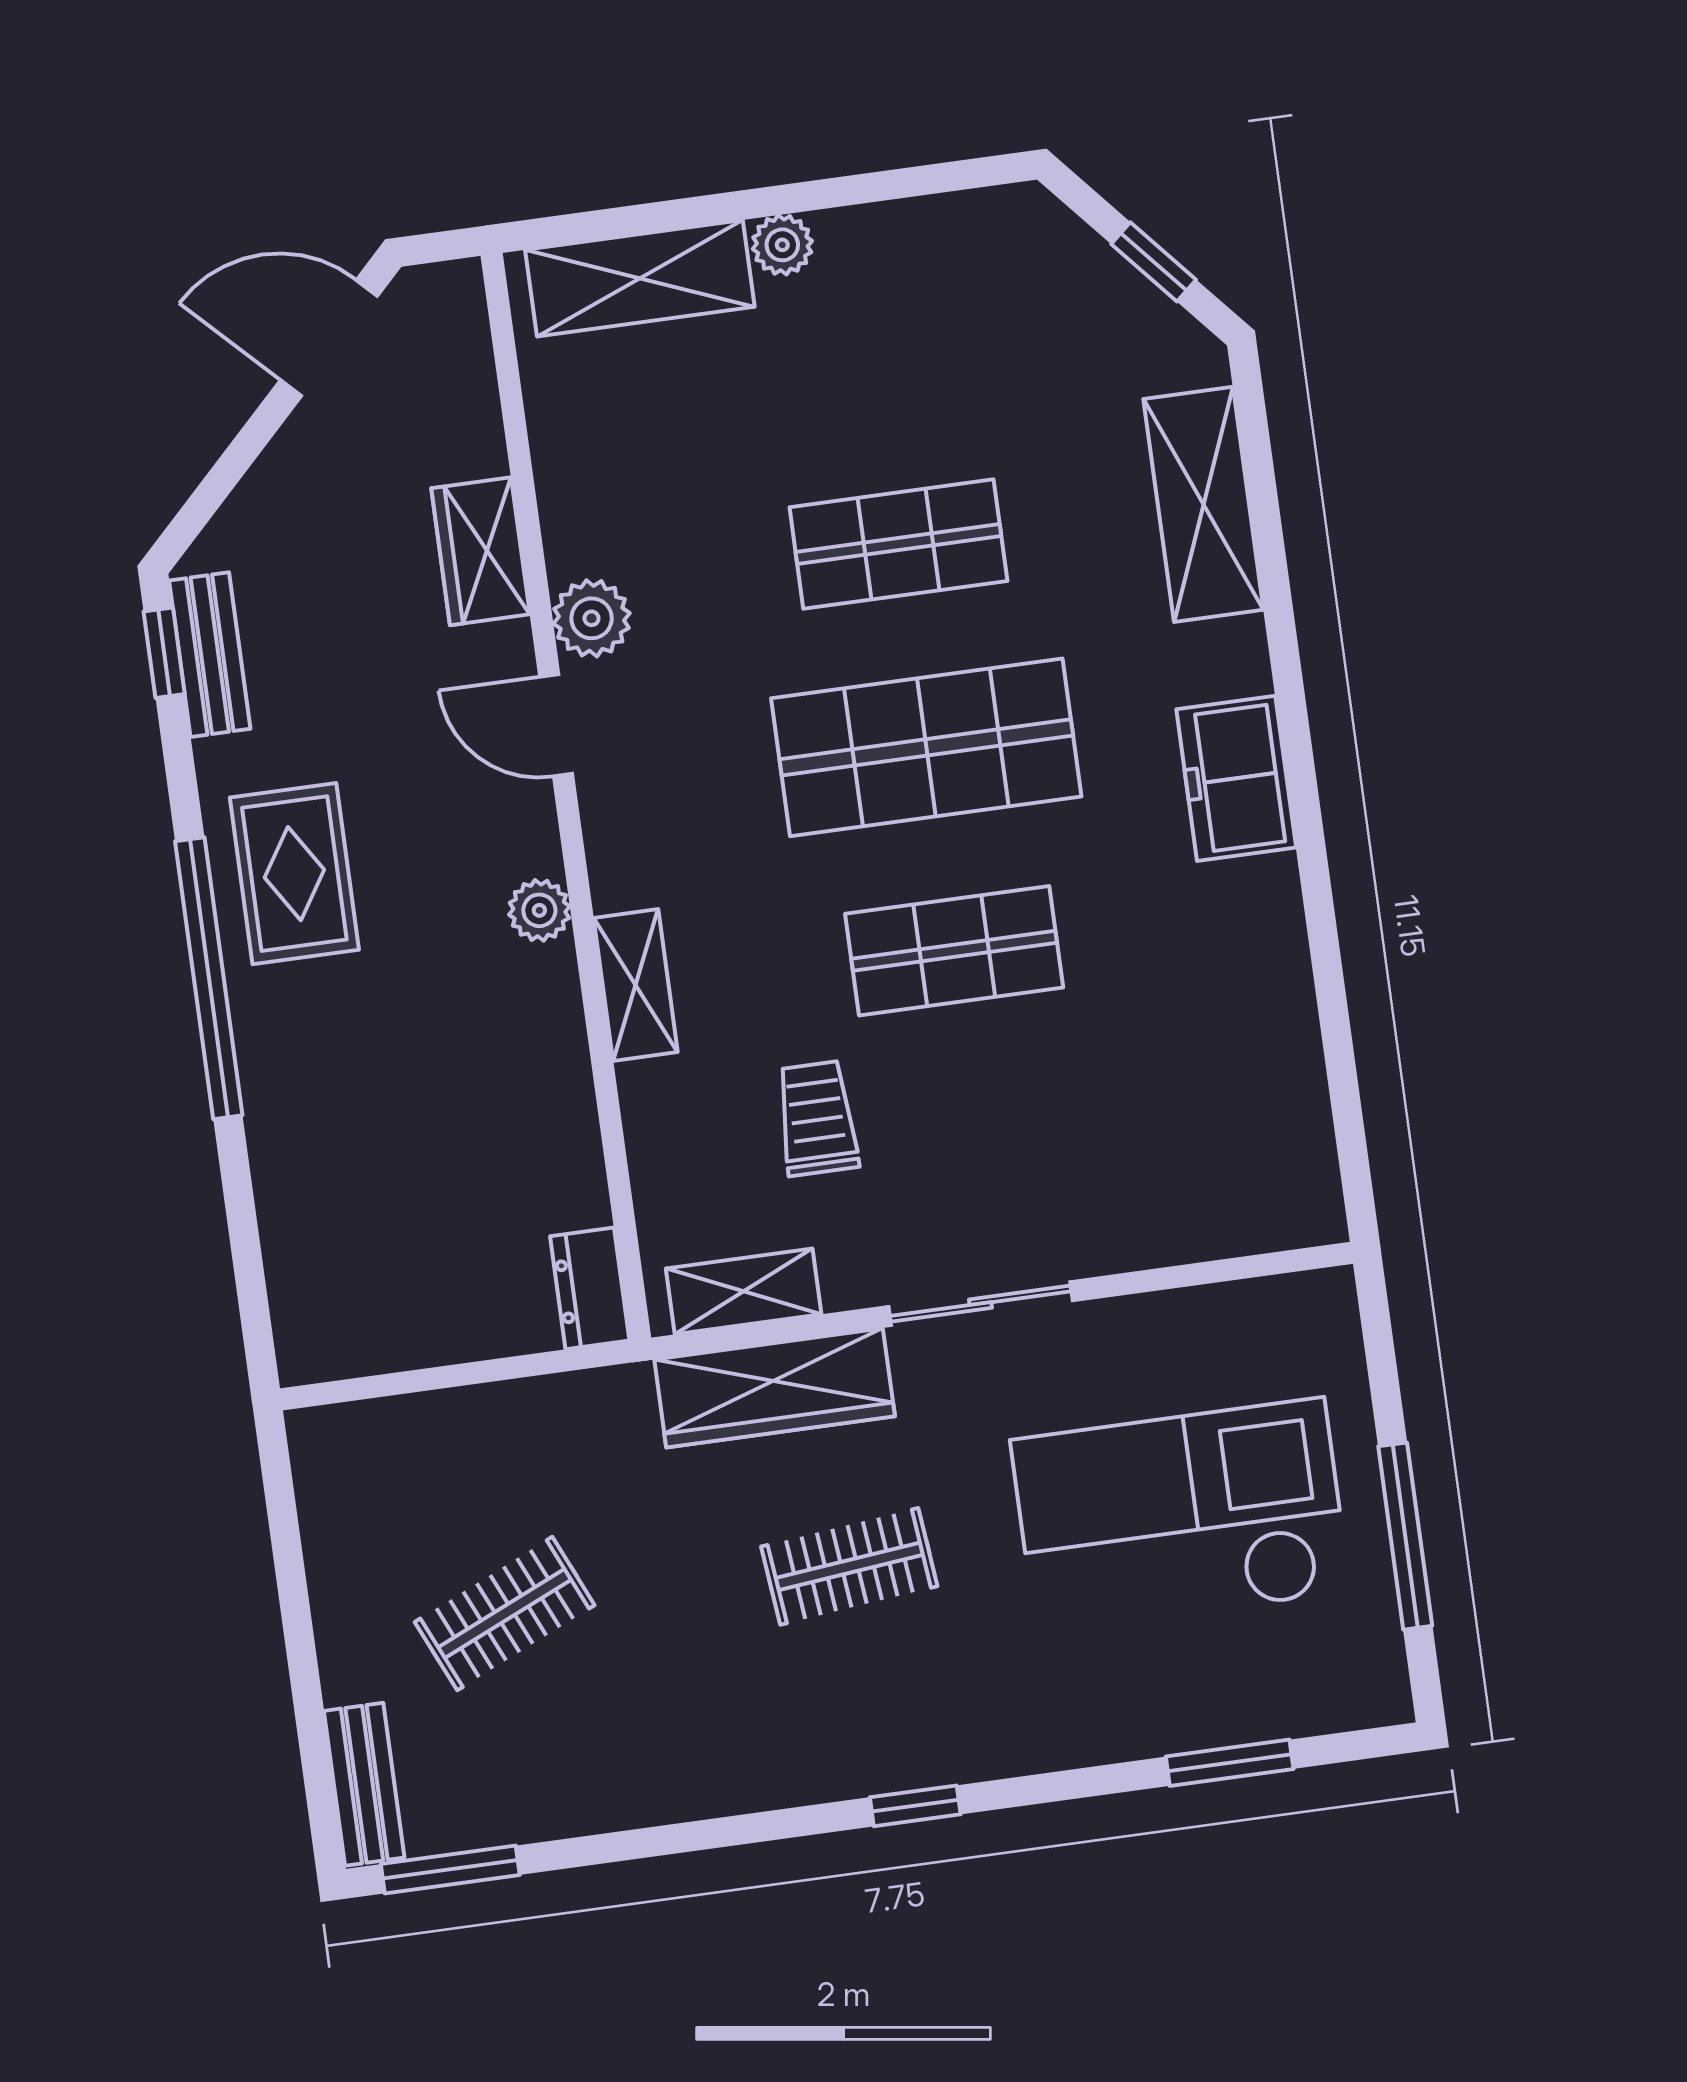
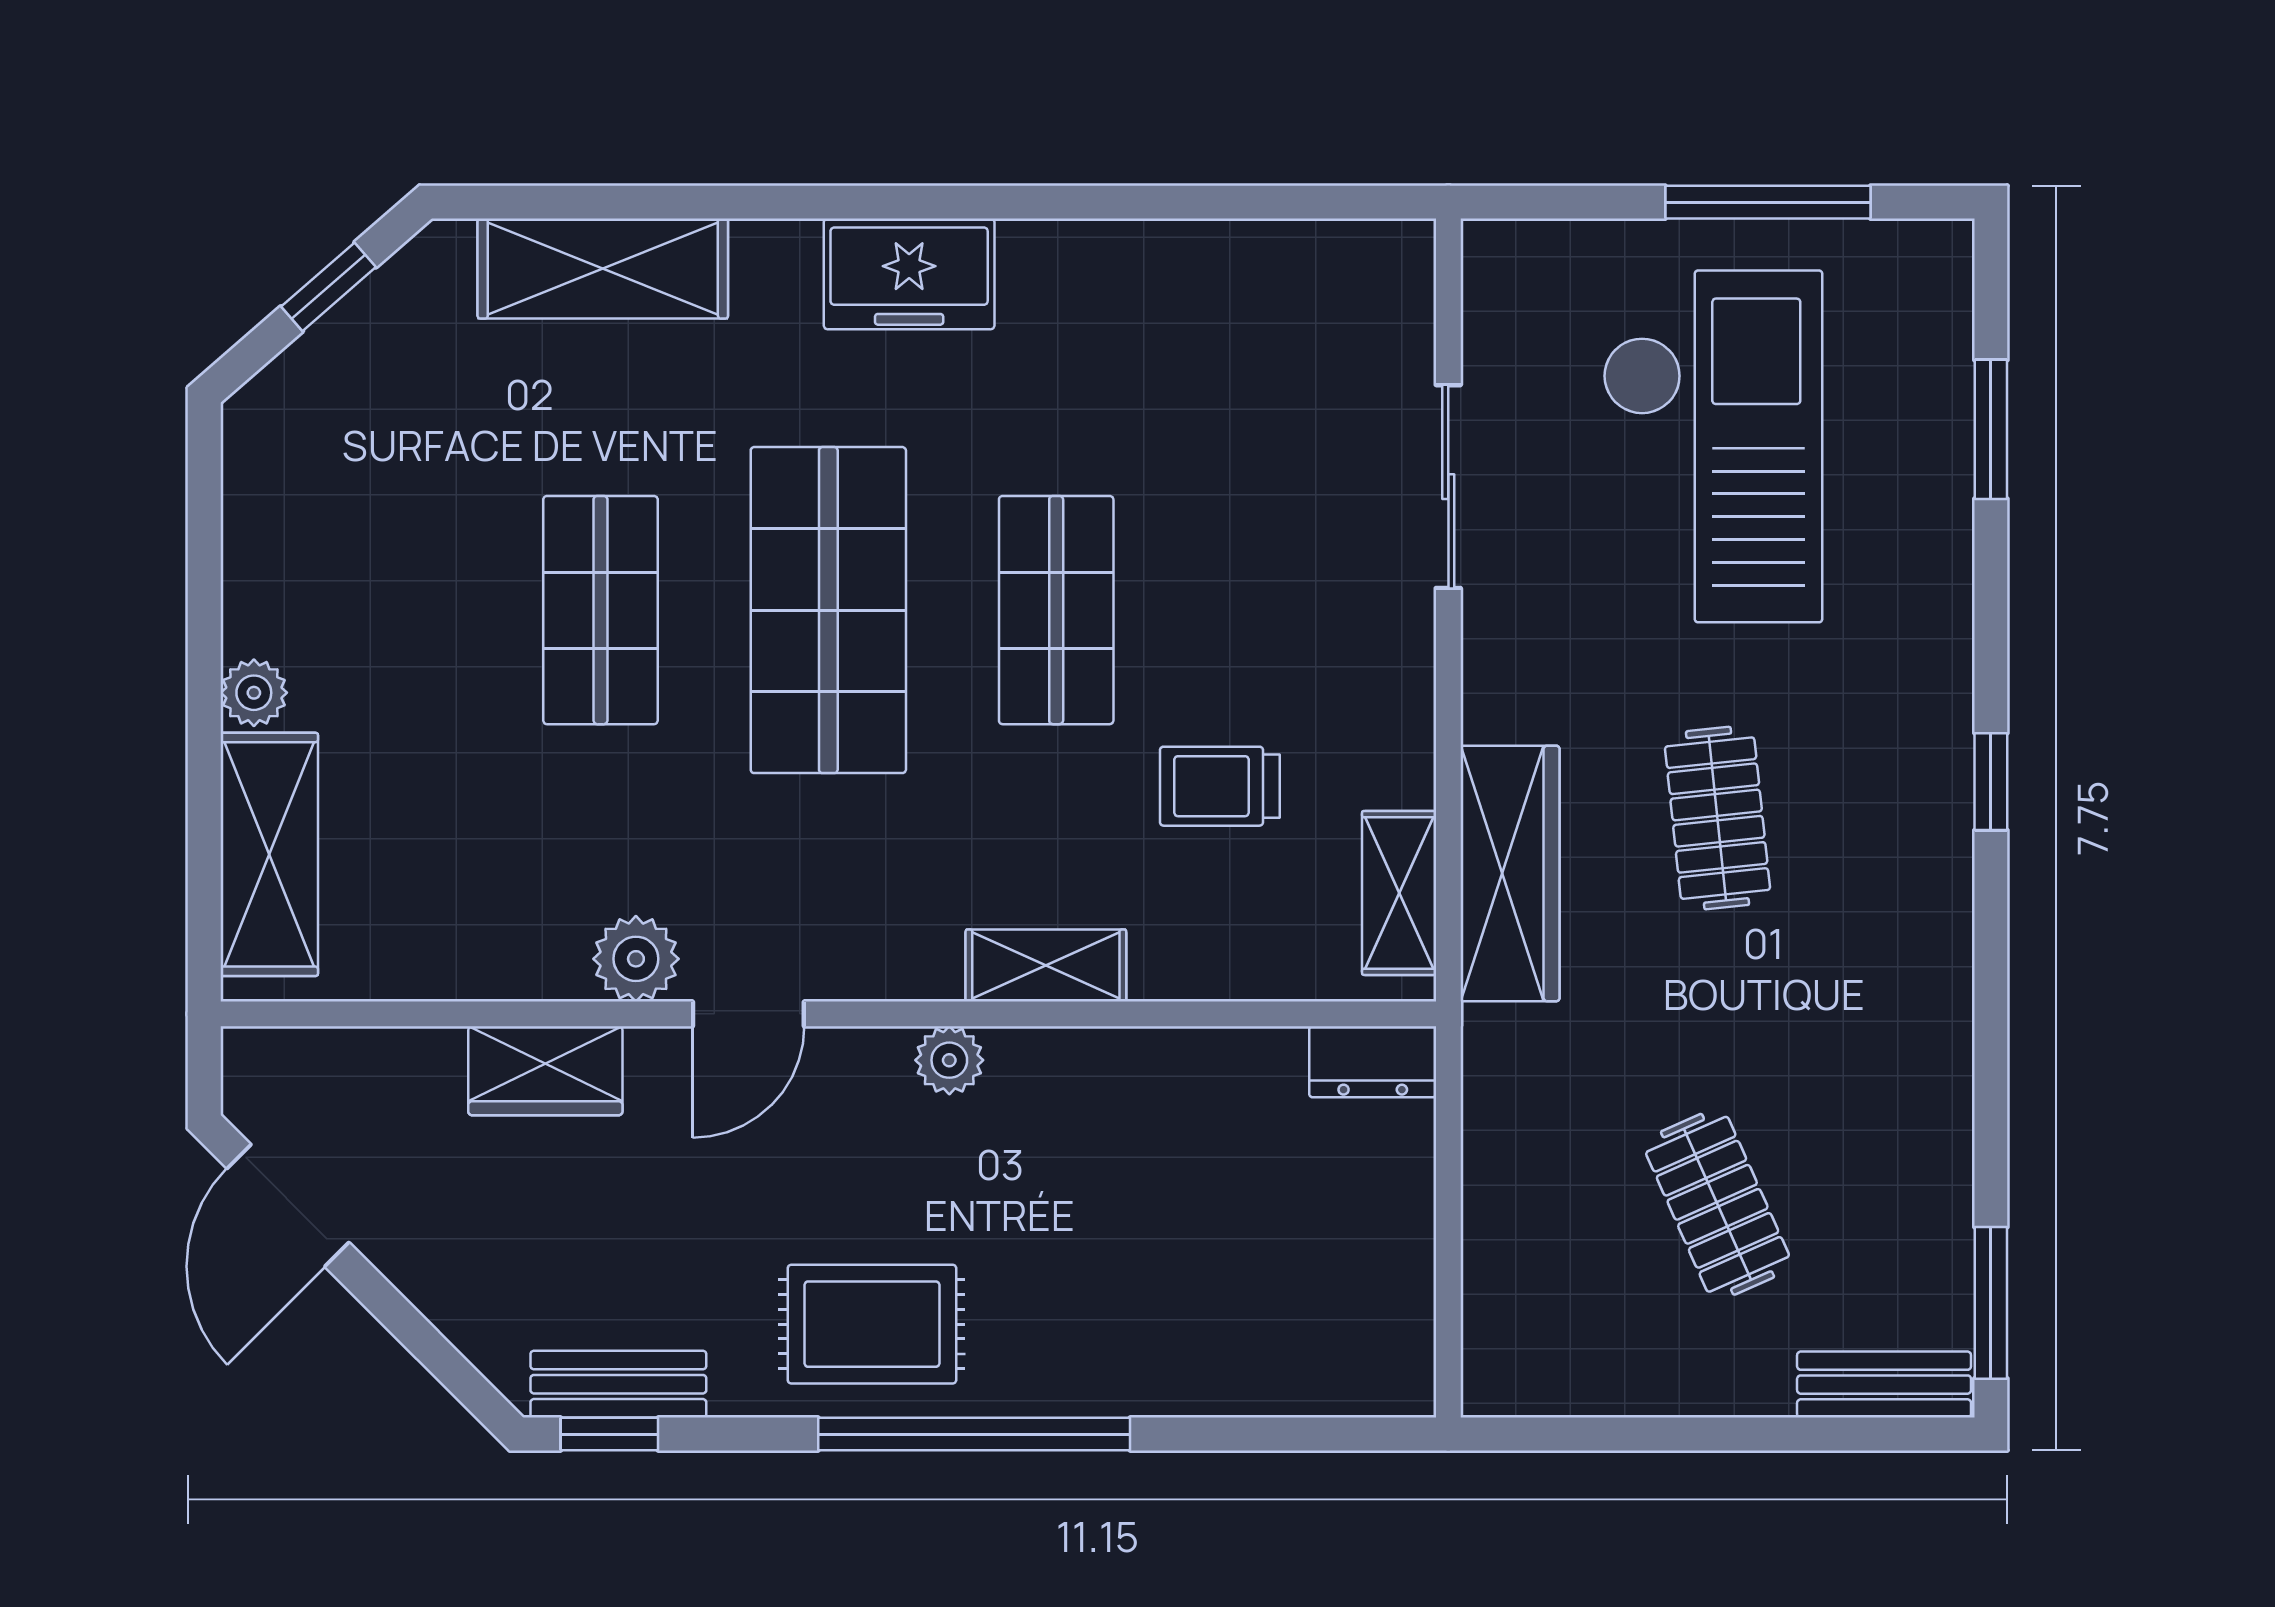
sliding door: (981, 1304) -> (1448, 487), moved
checkout: (1180, 1516) -> (1712, 446), turned 180

